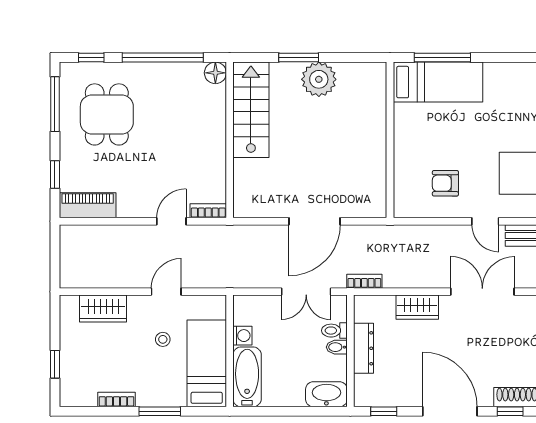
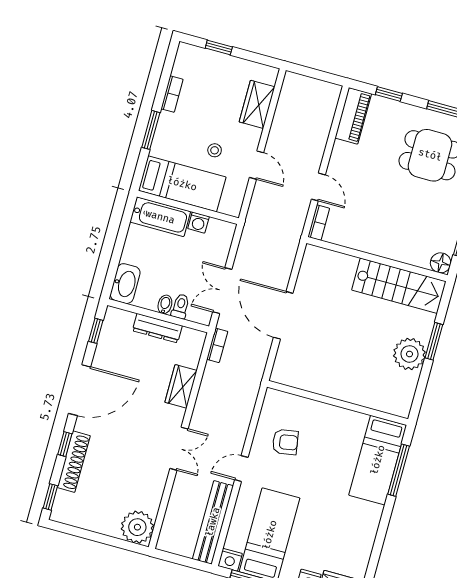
armchair: (445, 183) -> (285, 442), turned 81
double door: (482, 292) -> (179, 449), width x0.73

